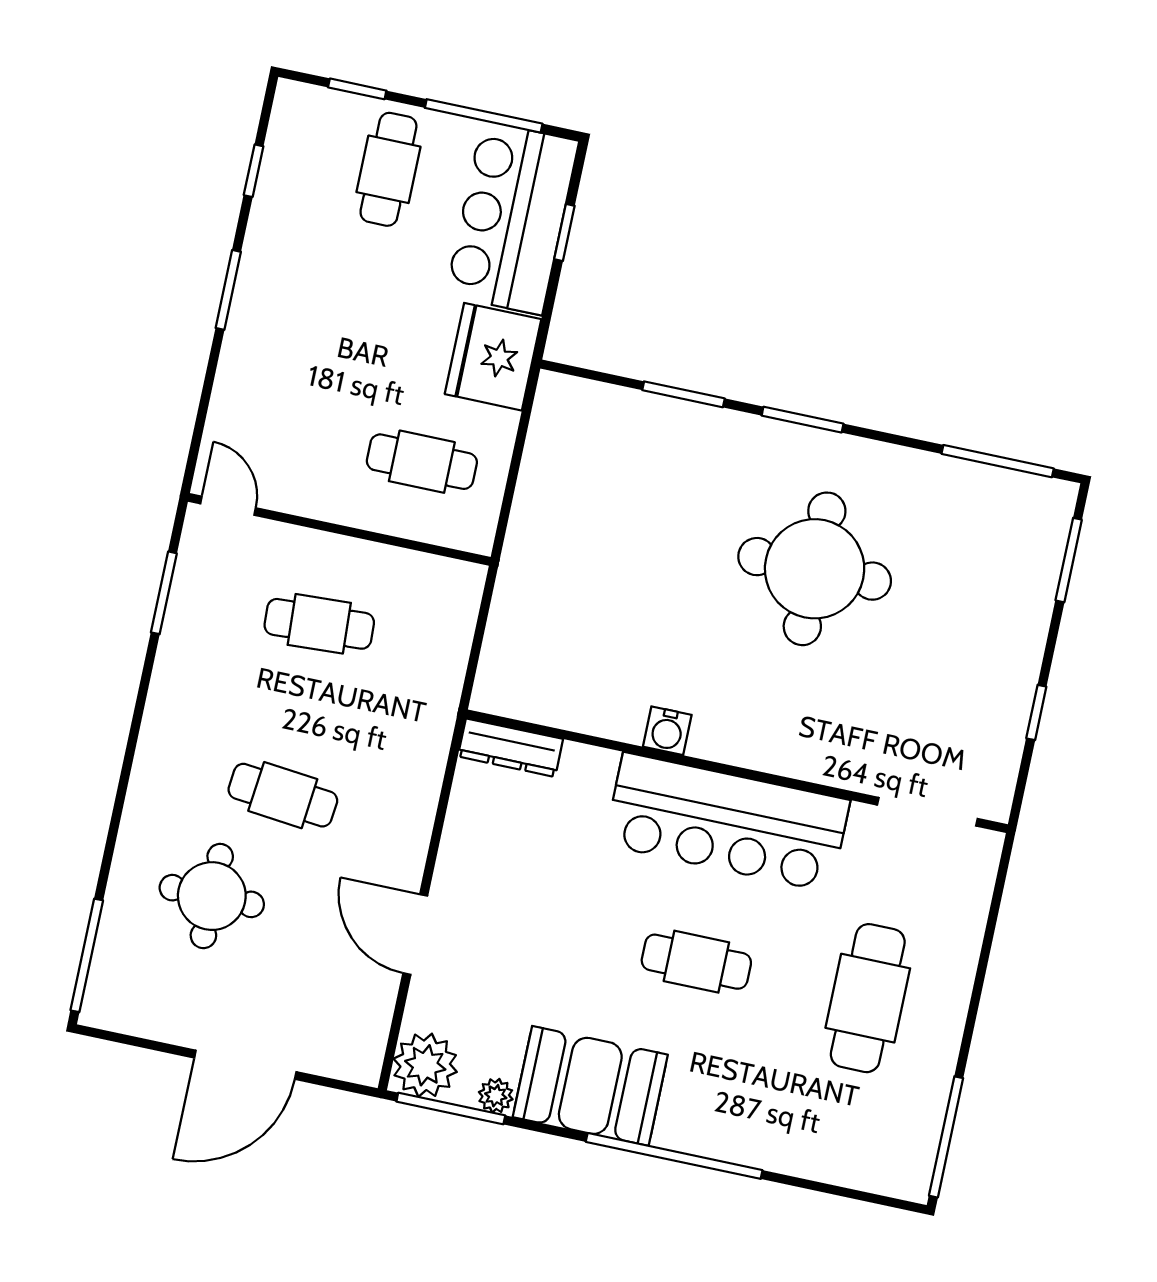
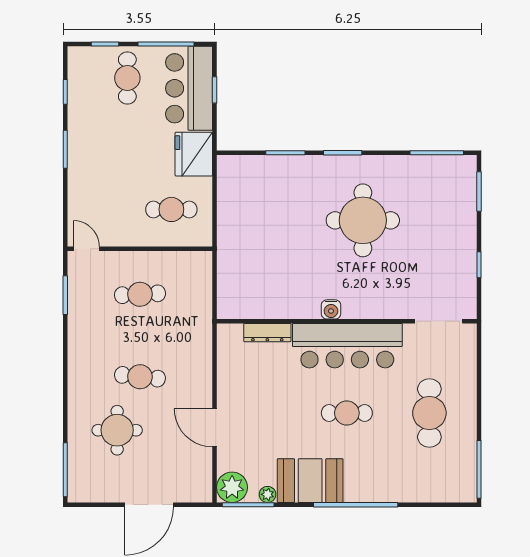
water cooler: (667, 731) -> (331, 309), moved
dresser: (510, 748) -> (267, 333), moved

